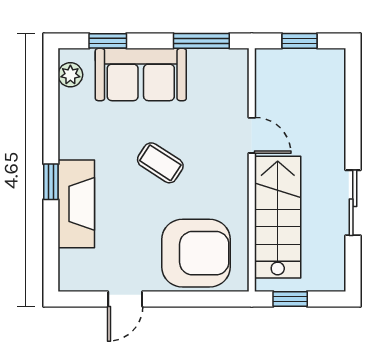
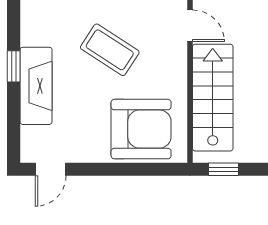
coffee table: (160, 163) -> (110, 50), width x1.36, depth x1.30
door: (125, 299) -> (51, 169), moved

